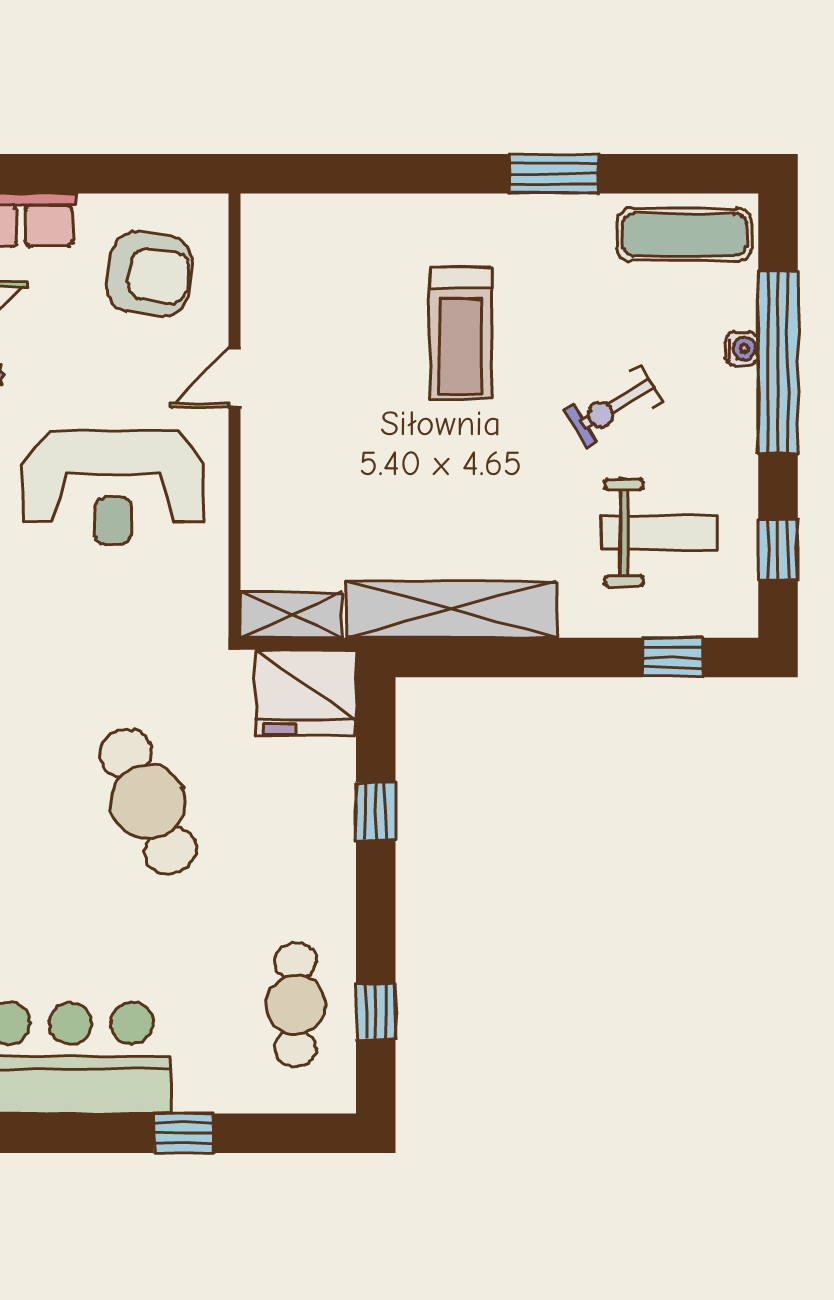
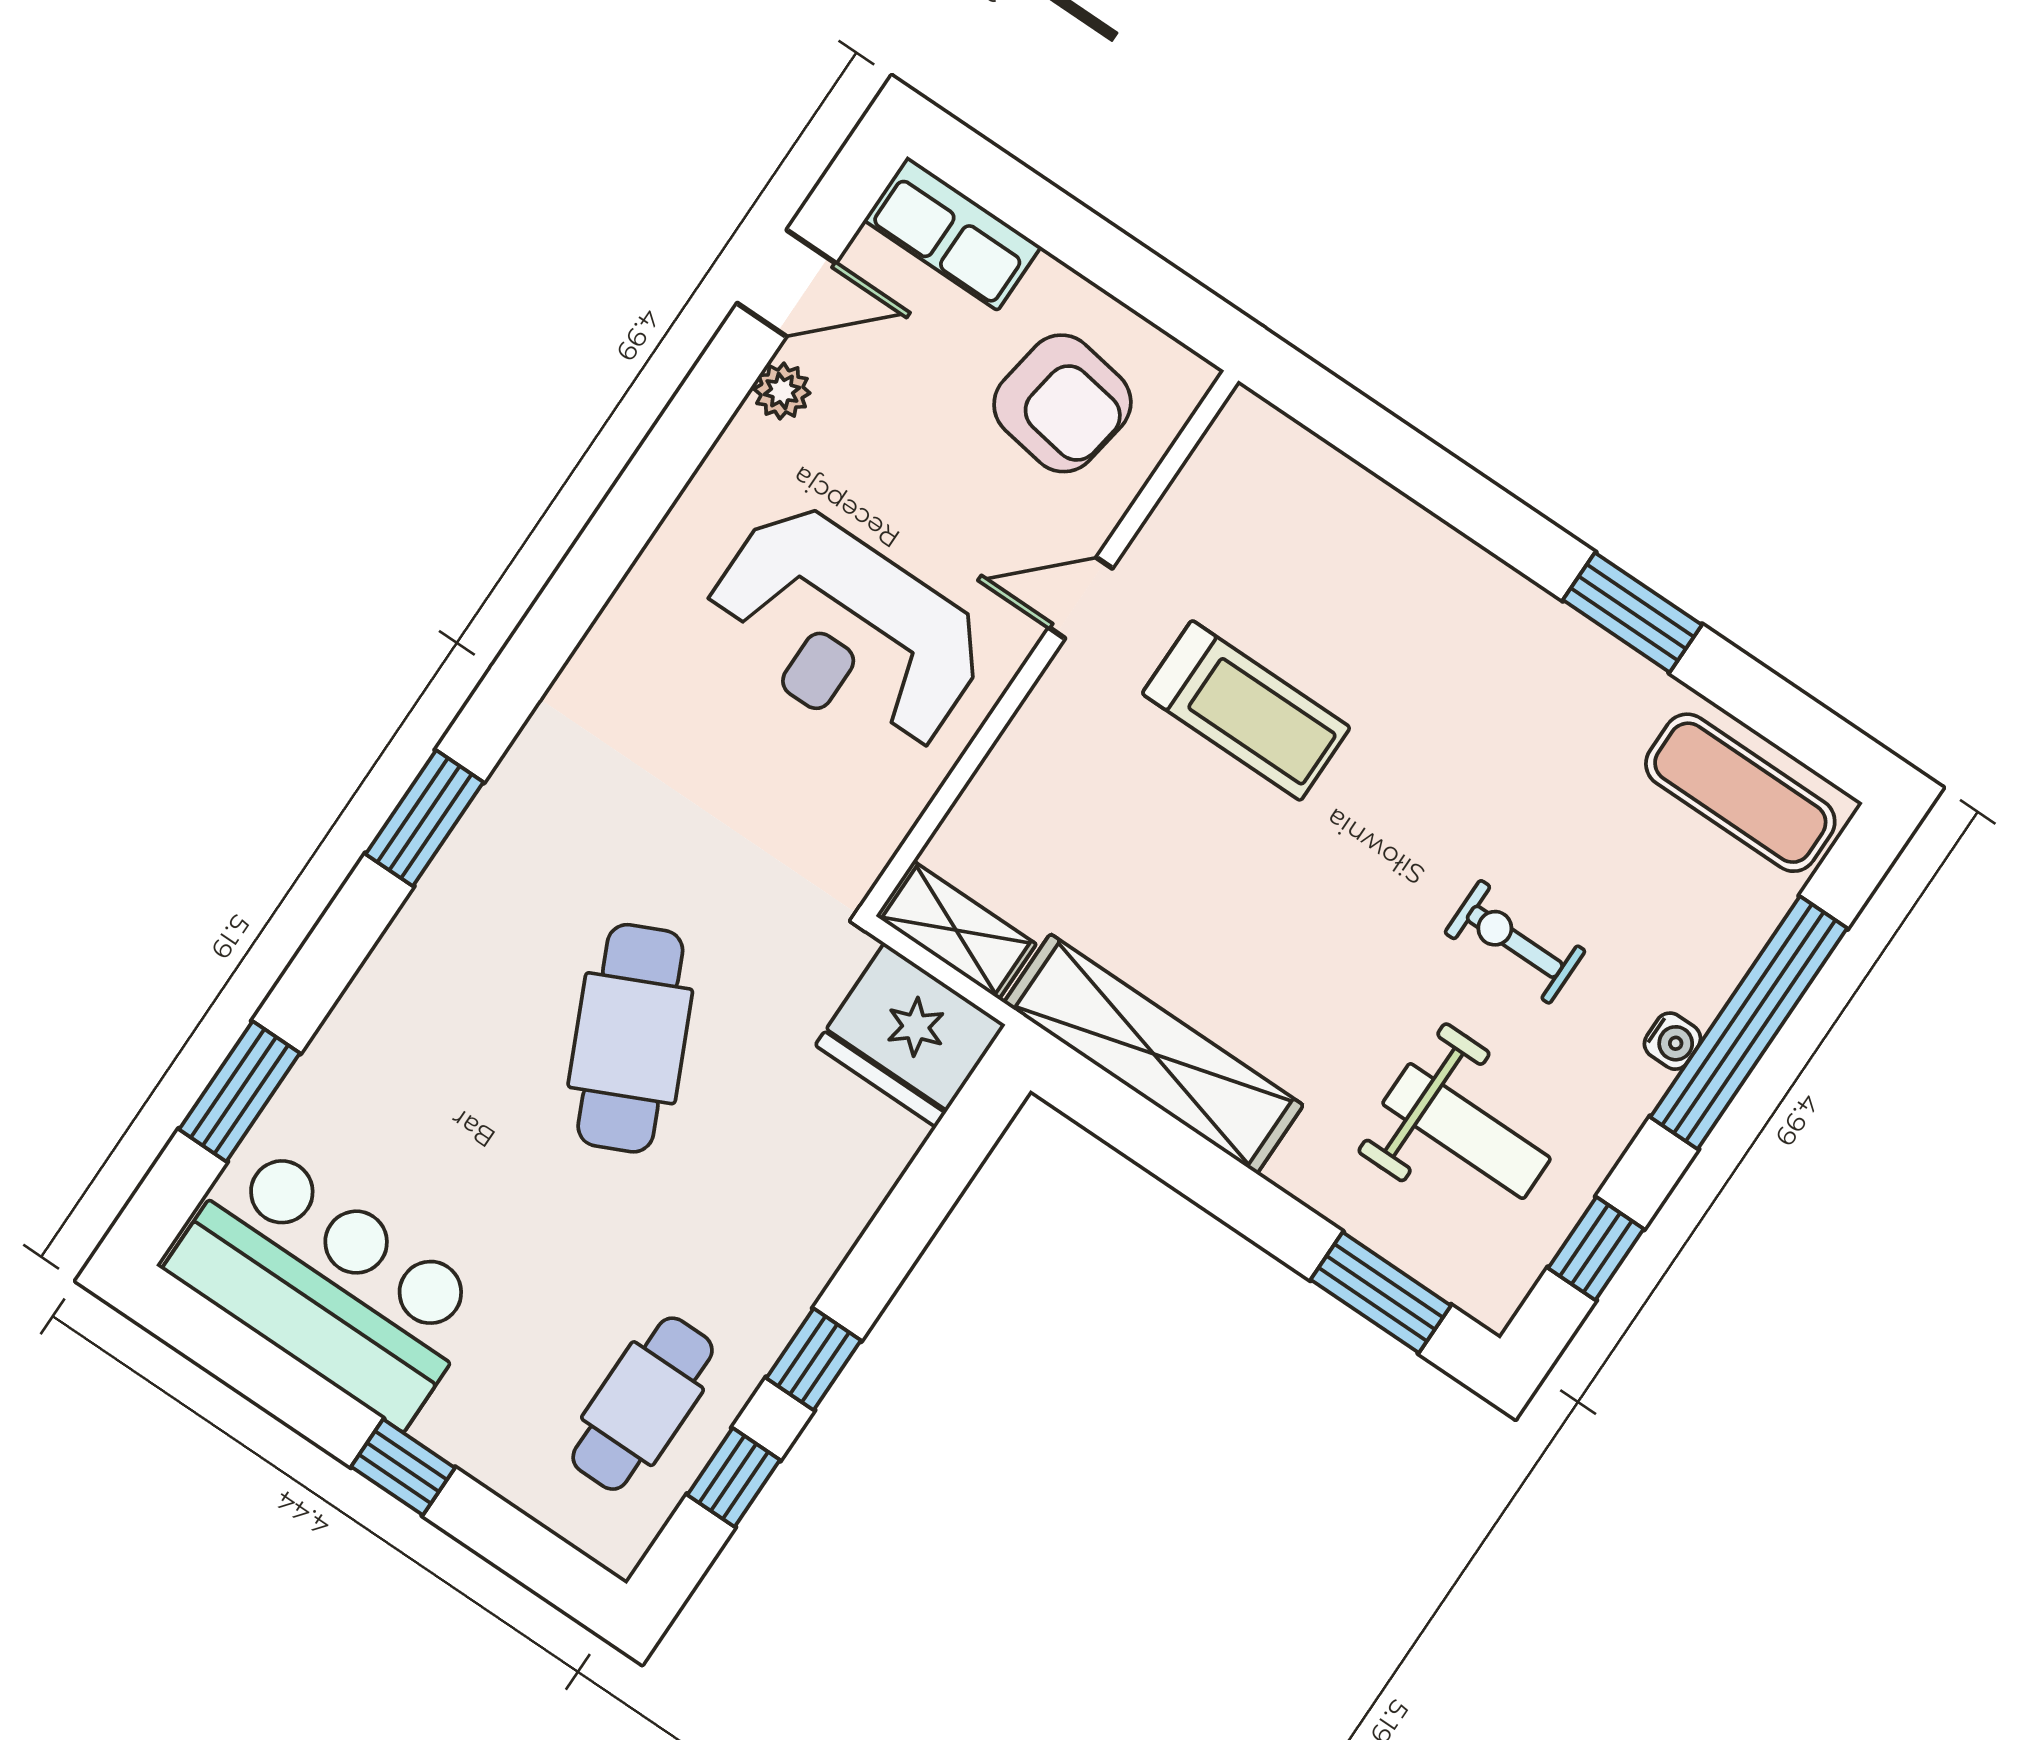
treadmill: (461, 333) -> (1246, 711), moved, turned -90
water cooler: (742, 348) -> (1672, 1041), moved
exercise bike: (614, 406) -> (1515, 942), turned 31
window: (673, 657) -> (1381, 1293), width x1.50
window: (376, 812) -> (814, 1359), moved

